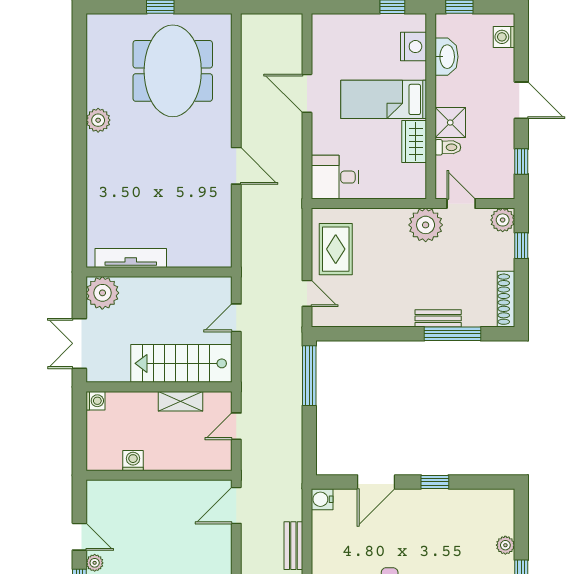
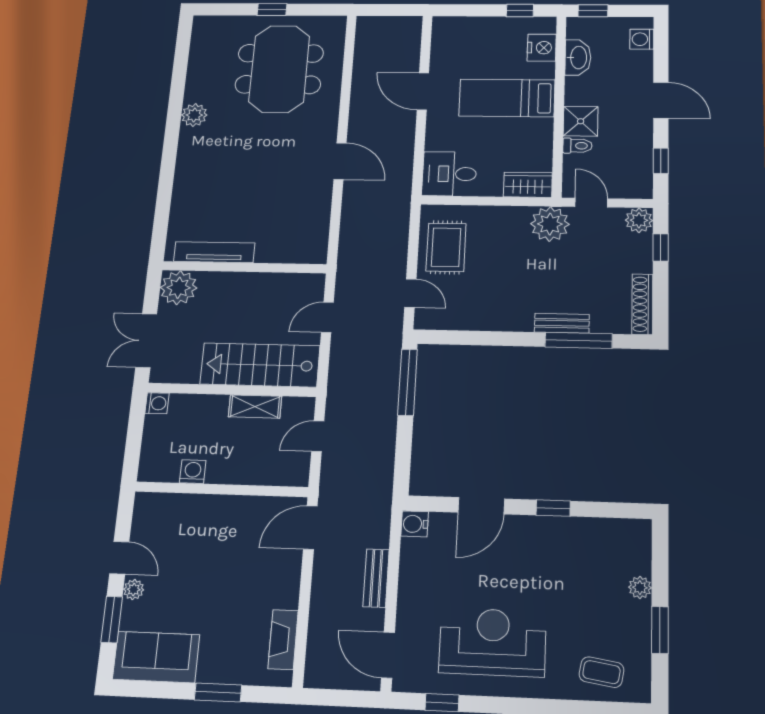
wardrobe: (414, 142) -> (528, 185), moved, turned 90

